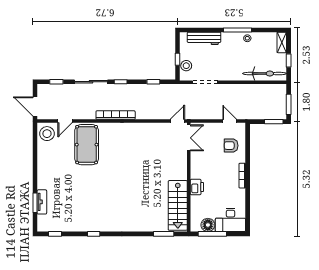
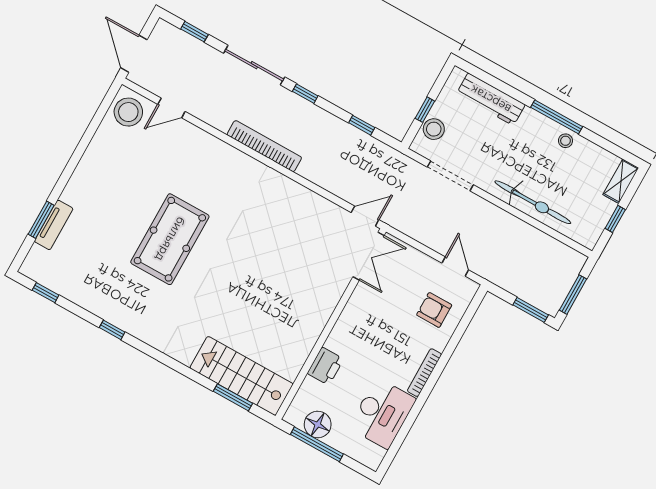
bicycle: (265, 74) -> (533, 202), moved
pool table: (87, 145) -> (170, 239), moved
printer: (197, 187) -> (325, 366), moved
stairs: (178, 205) -> (242, 376), moved, turned 90
desk: (230, 220) -> (382, 413), moved, turned -90

